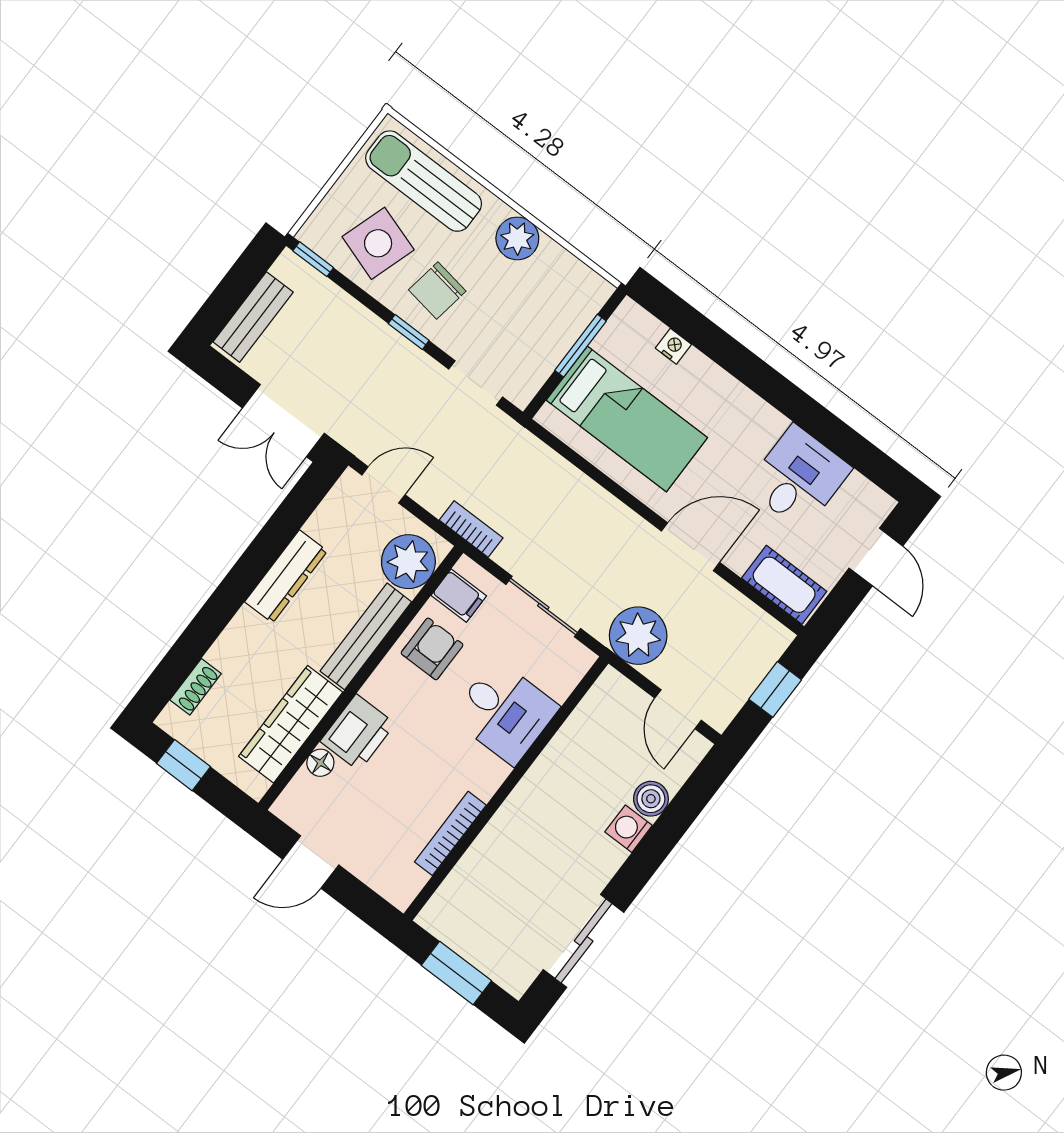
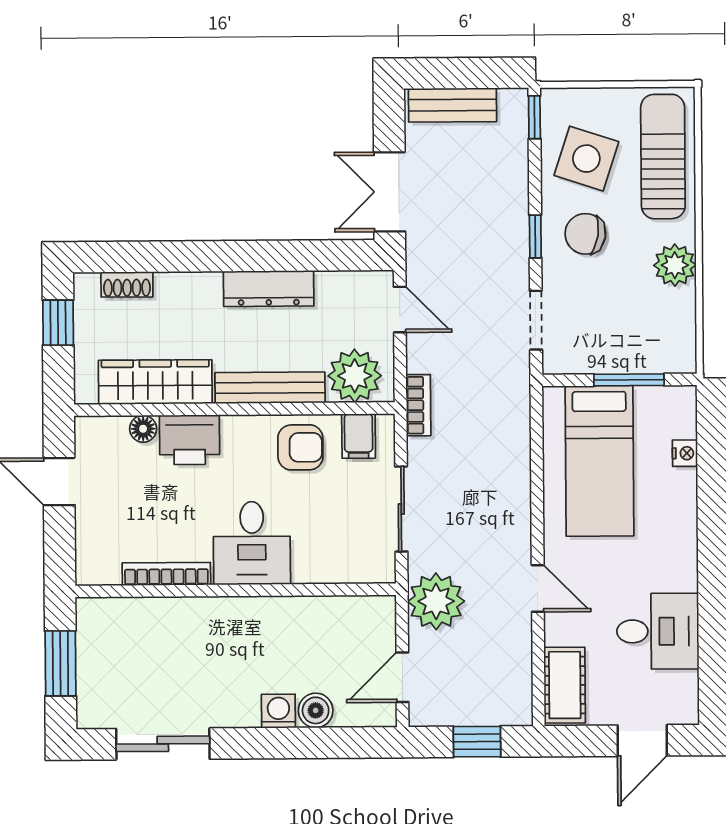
door: (691, 547) -> (538, 588), width x0.73
desk: (505, 712) -> (252, 543), moved

